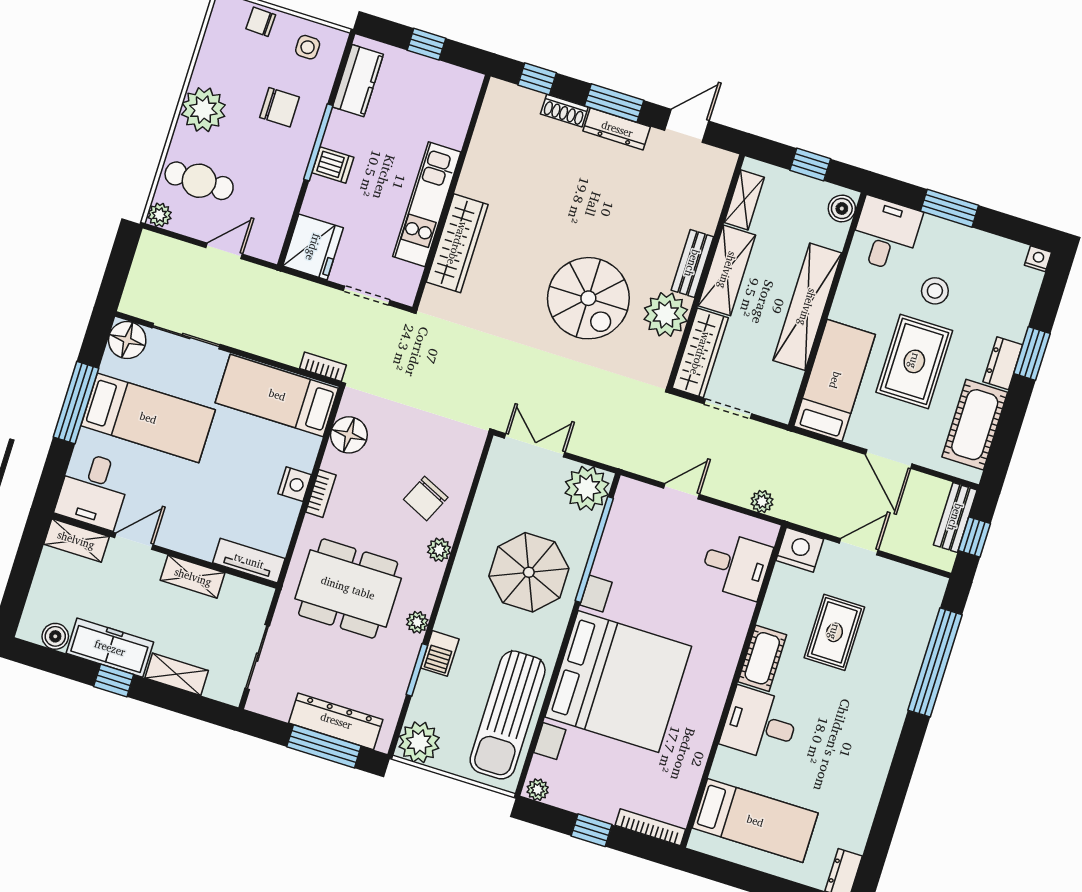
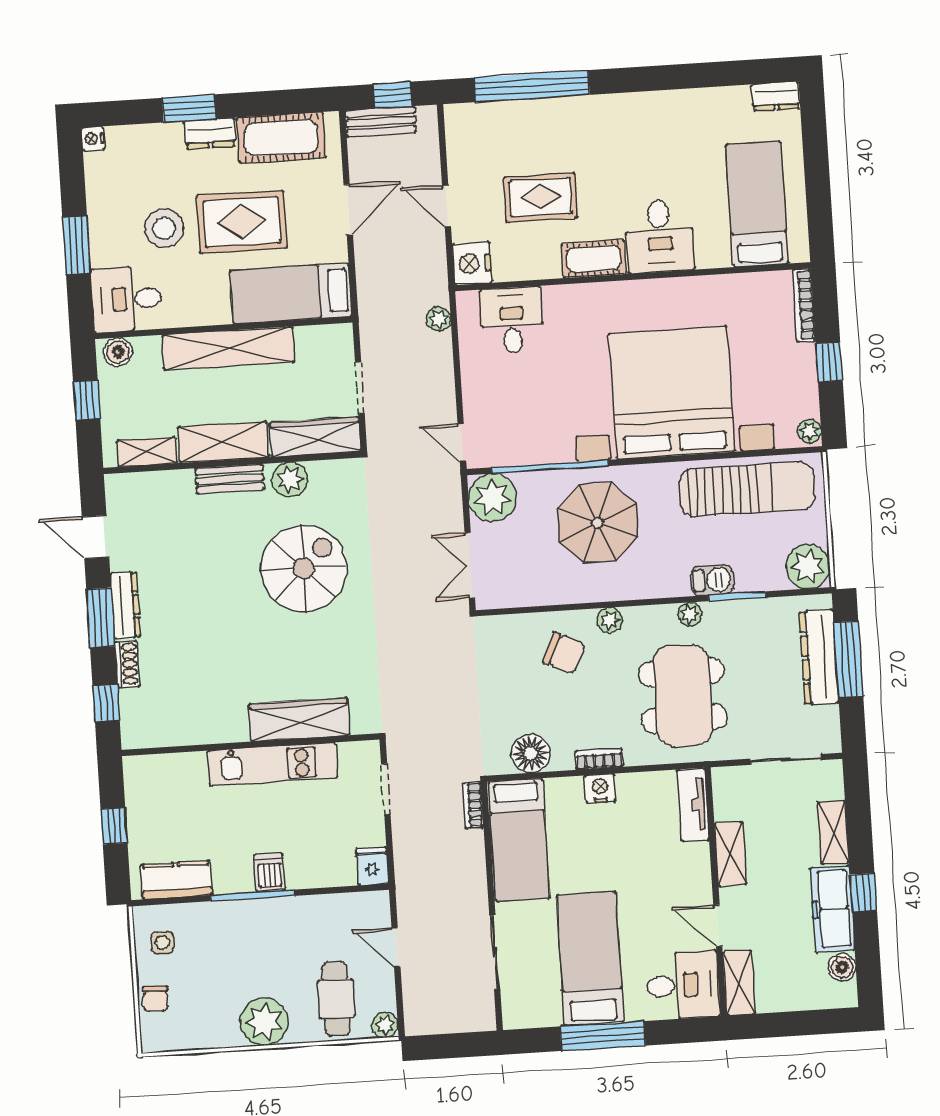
chair: (280, 107) -> (233, 947), removed
fridge: (313, 247) -> (372, 866), width x0.53, depth x0.75
stool: (935, 291) -> (164, 228), width x1.38, depth x1.38
plant: (666, 314) -> (290, 479), width x0.73, depth x0.73
floor lamp: (127, 340) -> (521, 1009), removed
door: (681, 491) -> (462, 443), moved

